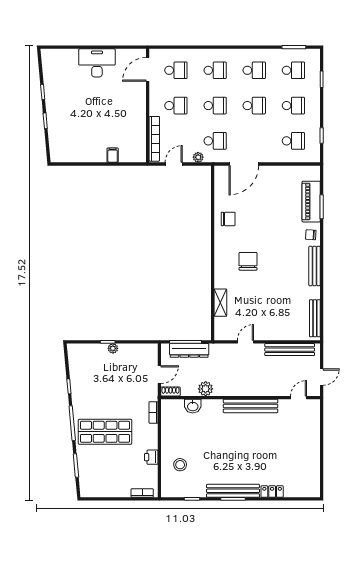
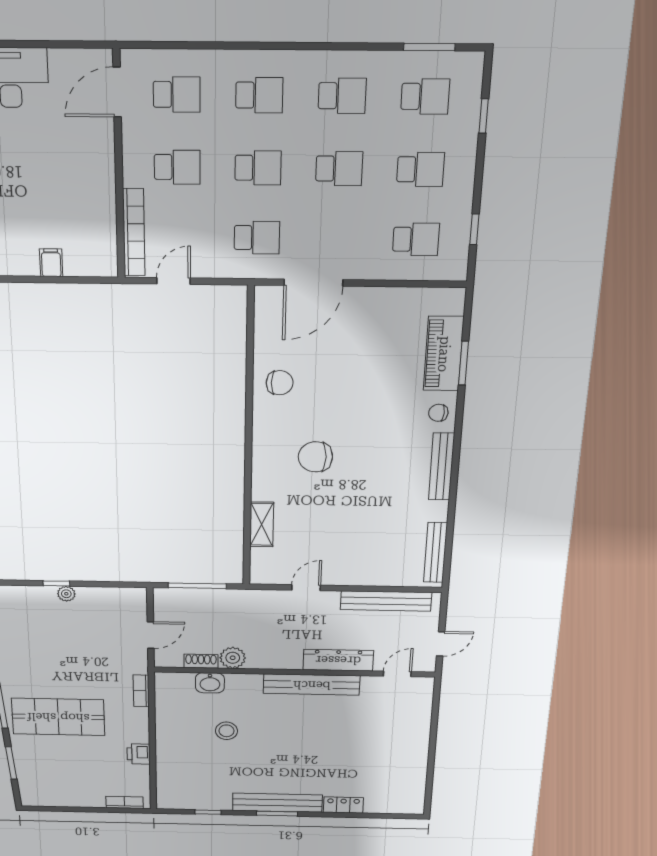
plant: (198, 157) -> (222, 269), removed
chair: (248, 261) -> (315, 457), turned -90
dresser: (189, 350) -> (338, 660), moved, turned 180
shoe rack: (170, 391) -> (201, 661), moved
stool: (180, 465) -> (226, 731), moved

